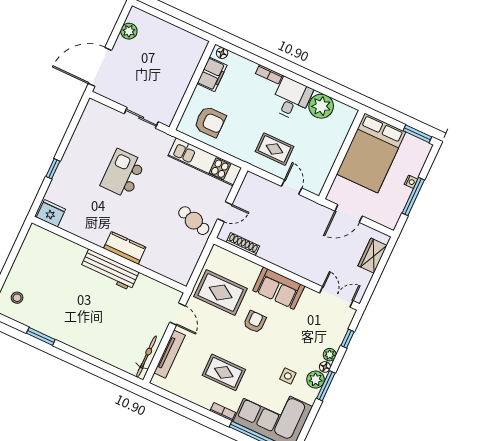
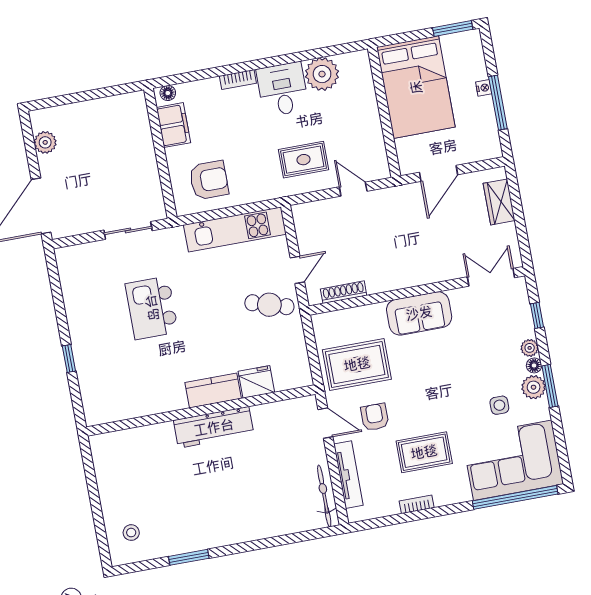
fridge: (51, 213) -> (256, 382), moved
armchair: (255, 322) -> (375, 417), moved
bookcase: (223, 412) -> (417, 504), moved

